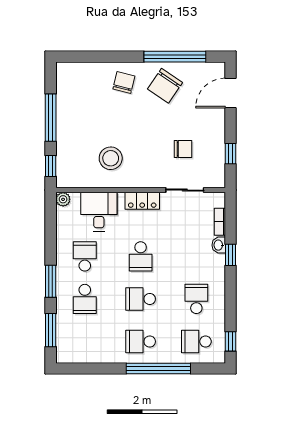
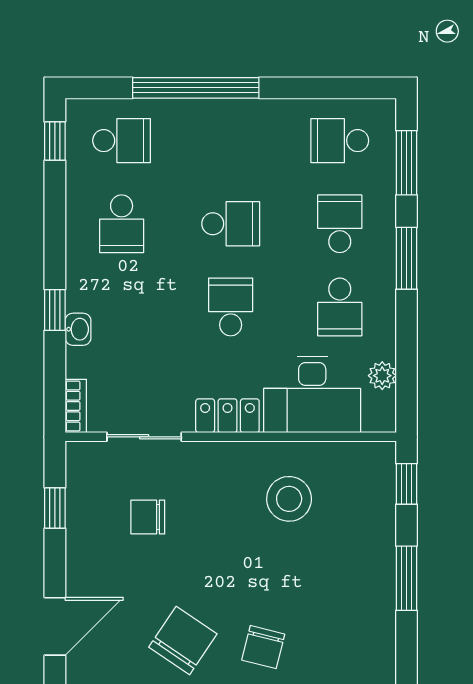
window: (51, 118) -> (406, 578), width x0.69
plant: (63, 199) -> (382, 376), moved
desk: (99, 212) -> (312, 395), width x1.37
bookcase: (220, 222) -> (76, 406), moved
school desk: (141, 342) -> (340, 141), moved, turned 180

